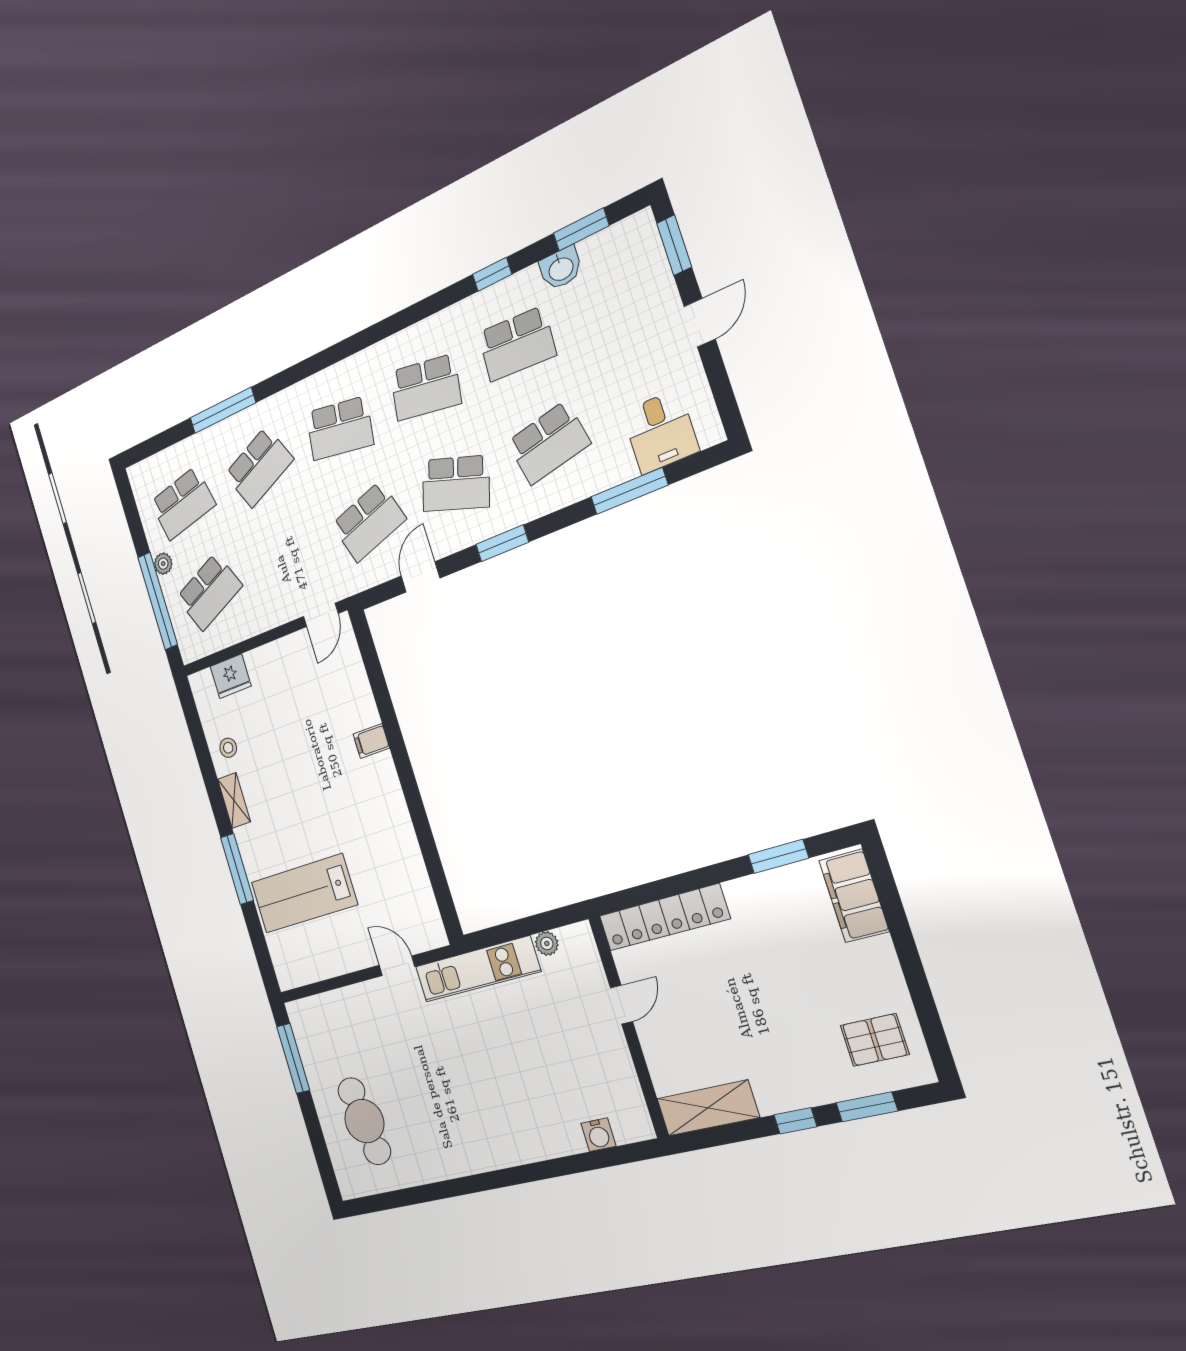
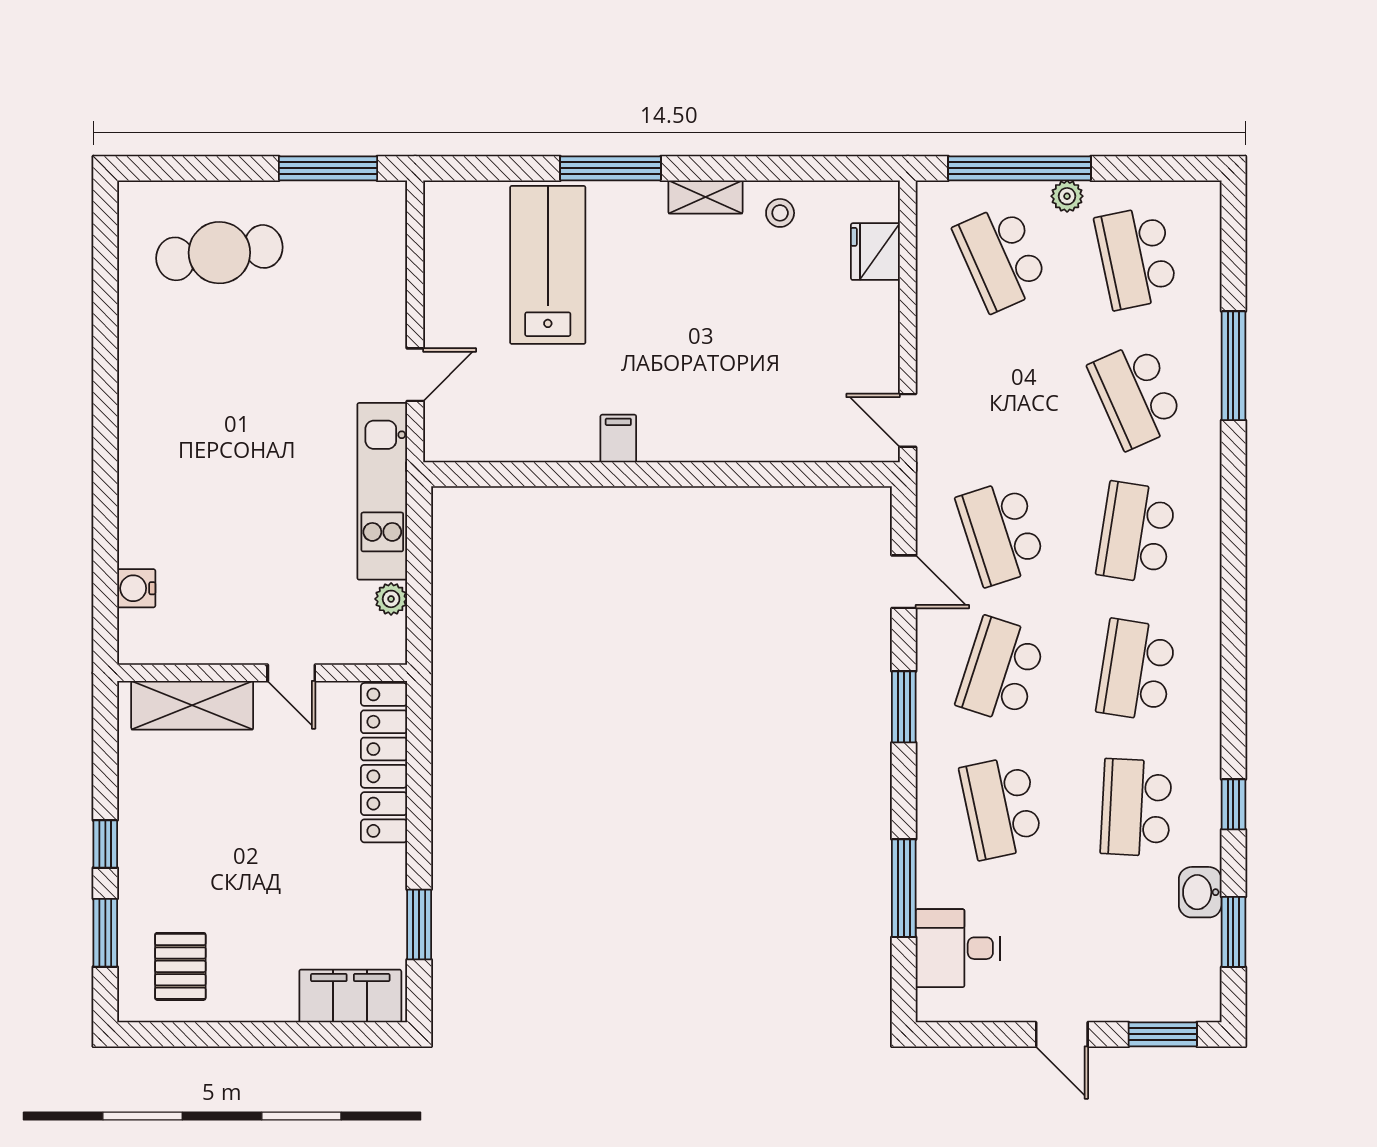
filing cabinet: (371, 741) -> (618, 439), moved
shelving: (708, 1108) -> (192, 705), moved, turned 90

